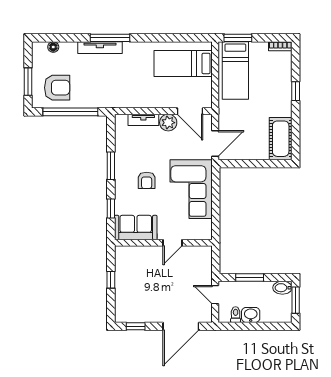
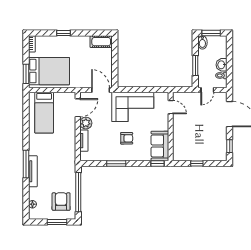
bed: (235, 70) -> (49, 71), width x1.50
cot: (281, 139) -> (101, 42), width x0.73, depth x0.75
window: (111, 209) -> (157, 164), moved
door: (173, 243) -> (171, 107), moved

